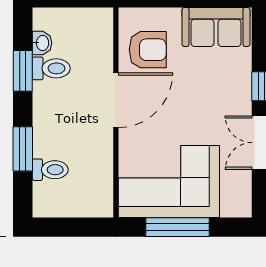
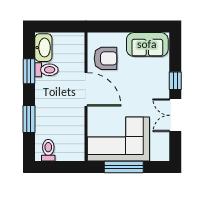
washbasin: (42, 43) -> (43, 48), width x1.91, depth x1.45
door: (116, 100) -> (86, 89), hinge flipped
toilet: (50, 170) -> (48, 150), moved, turned -90

